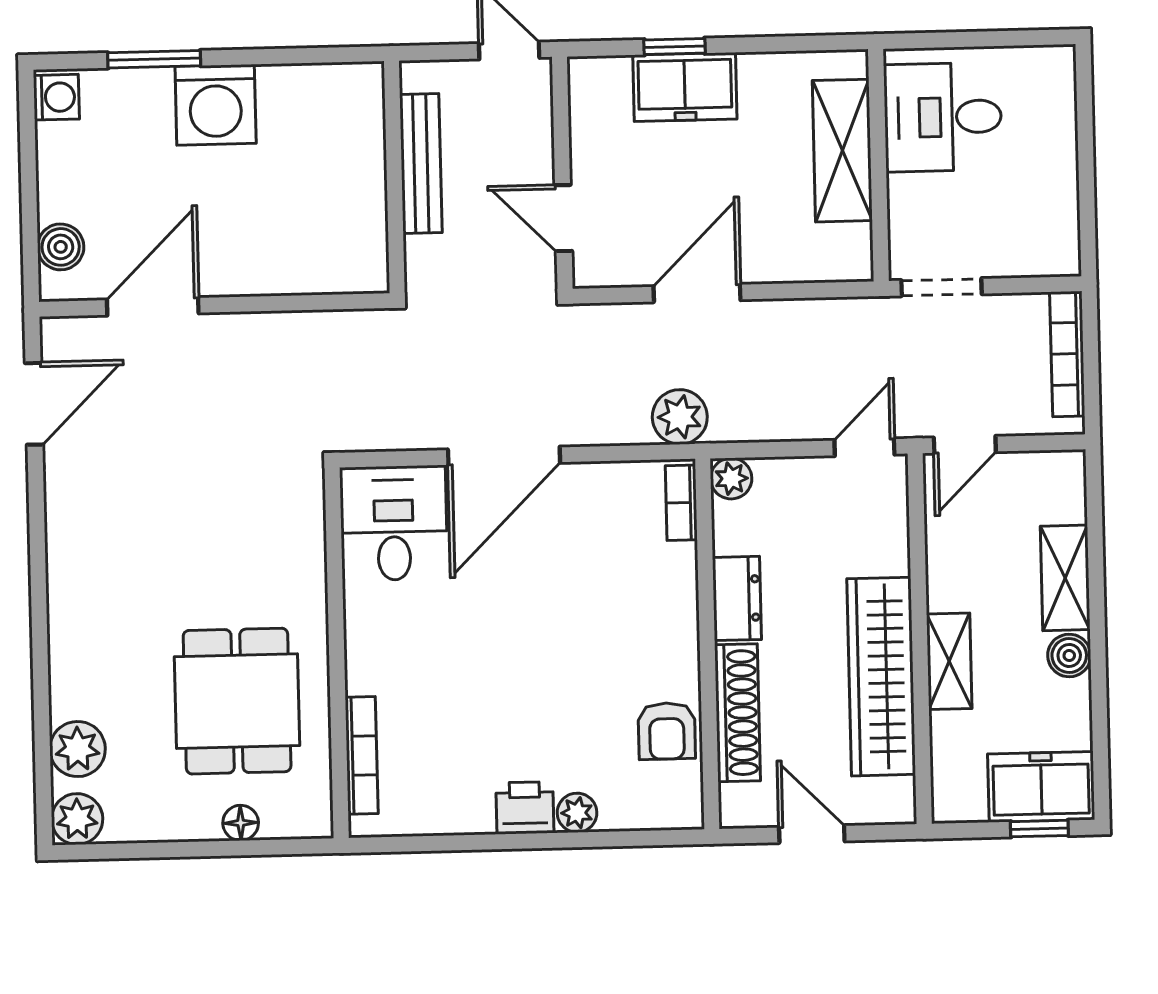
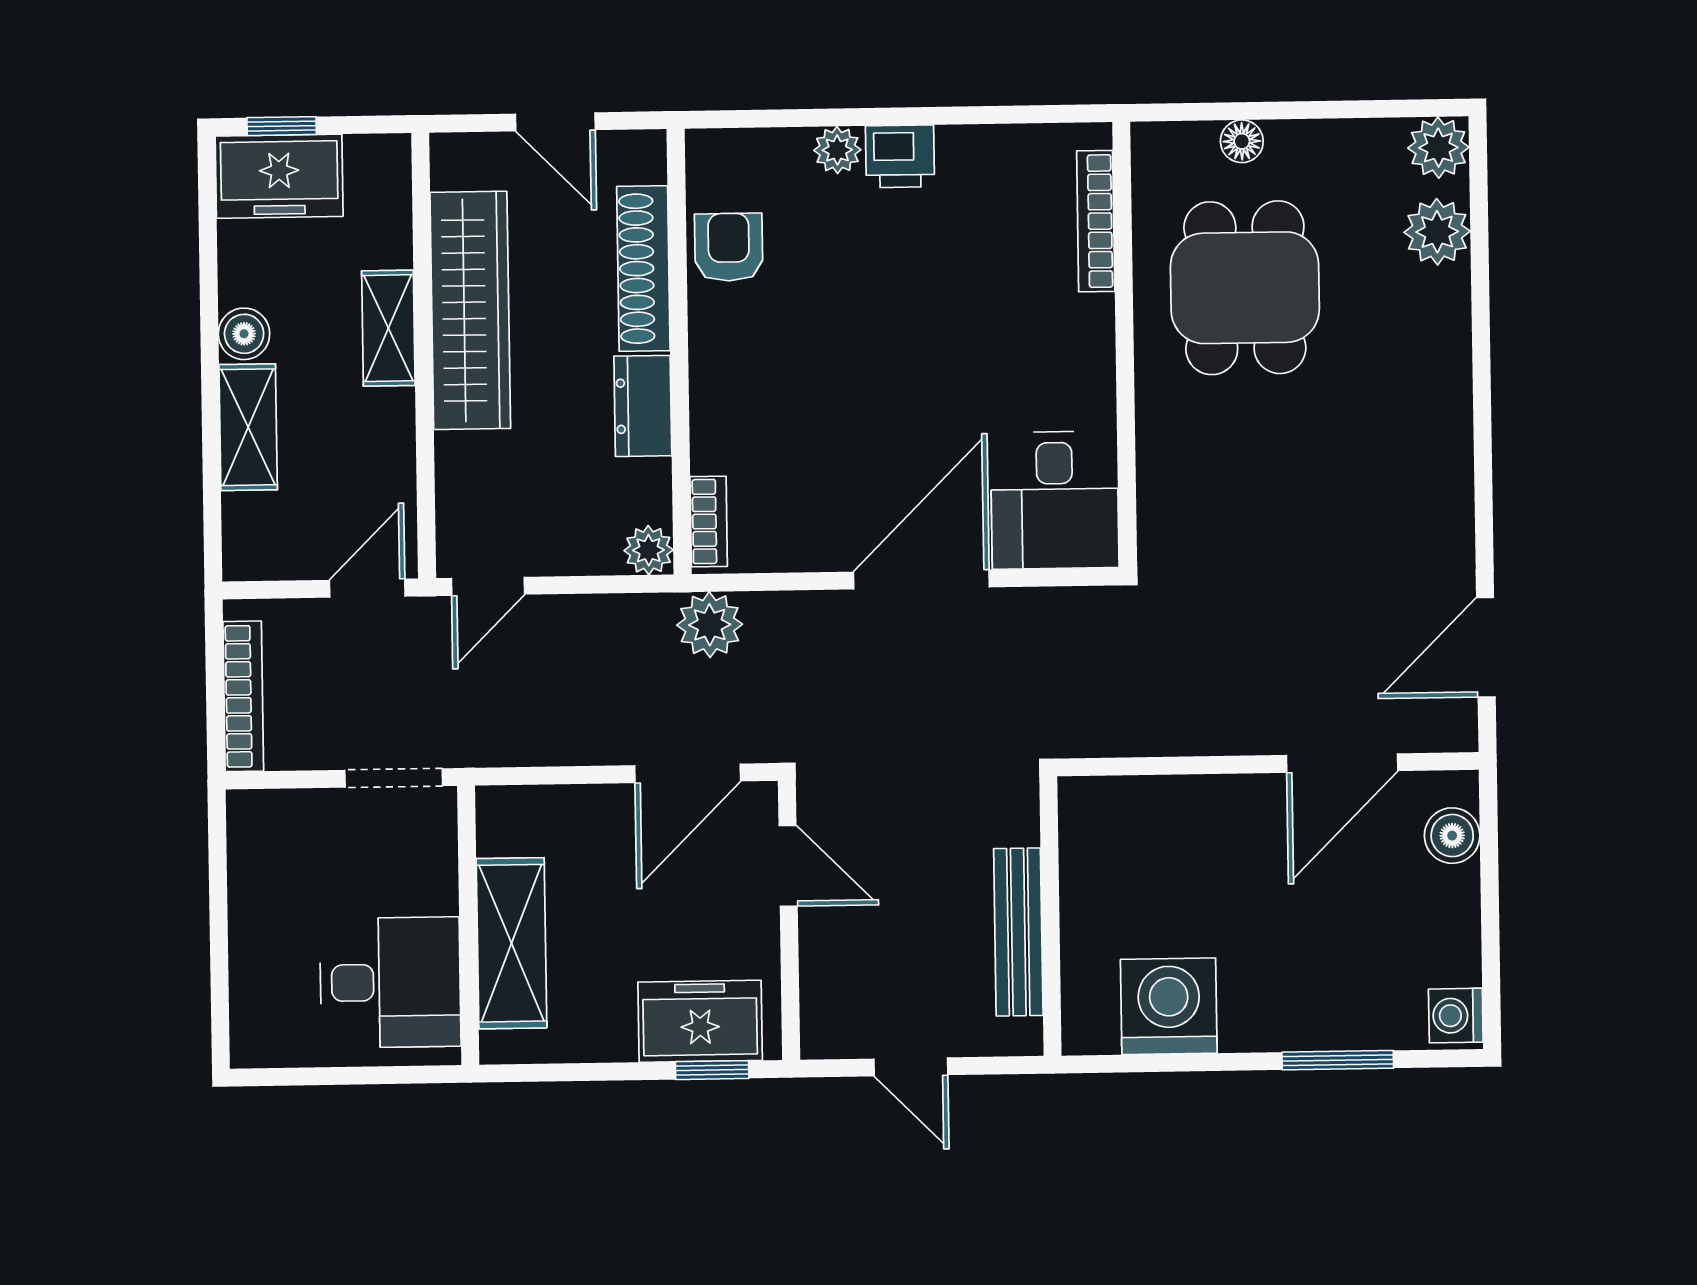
washing machine: (216, 105) -> (1169, 1006), moved
wall: (562, 173) -> (789, 920), moved
door: (563, 218) -> (788, 866), moved

